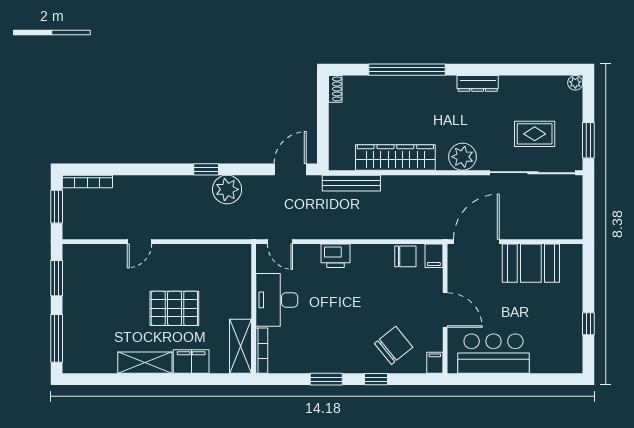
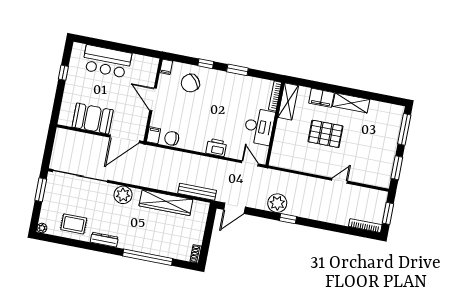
rug: (535, 134) -> (74, 224), moved
bar counter: (493, 354) -> (107, 61), moved

